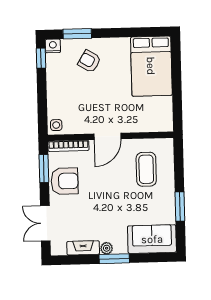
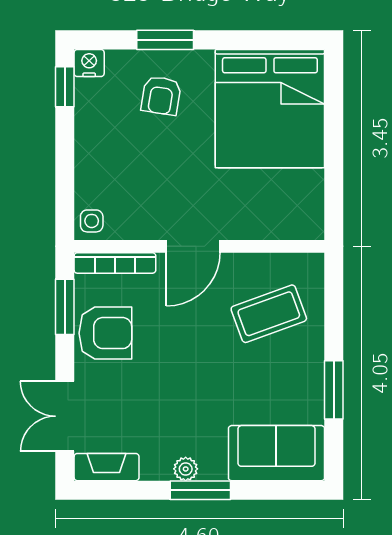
window: (77, 34) -> (165, 40), moved
armchair: (89, 61) -> (161, 96), turned -112
bed: (151, 66) -> (270, 109), width x1.36
coffee table: (146, 169) -> (269, 314), turned 70
fireplace: (83, 248) -> (107, 467), moved

